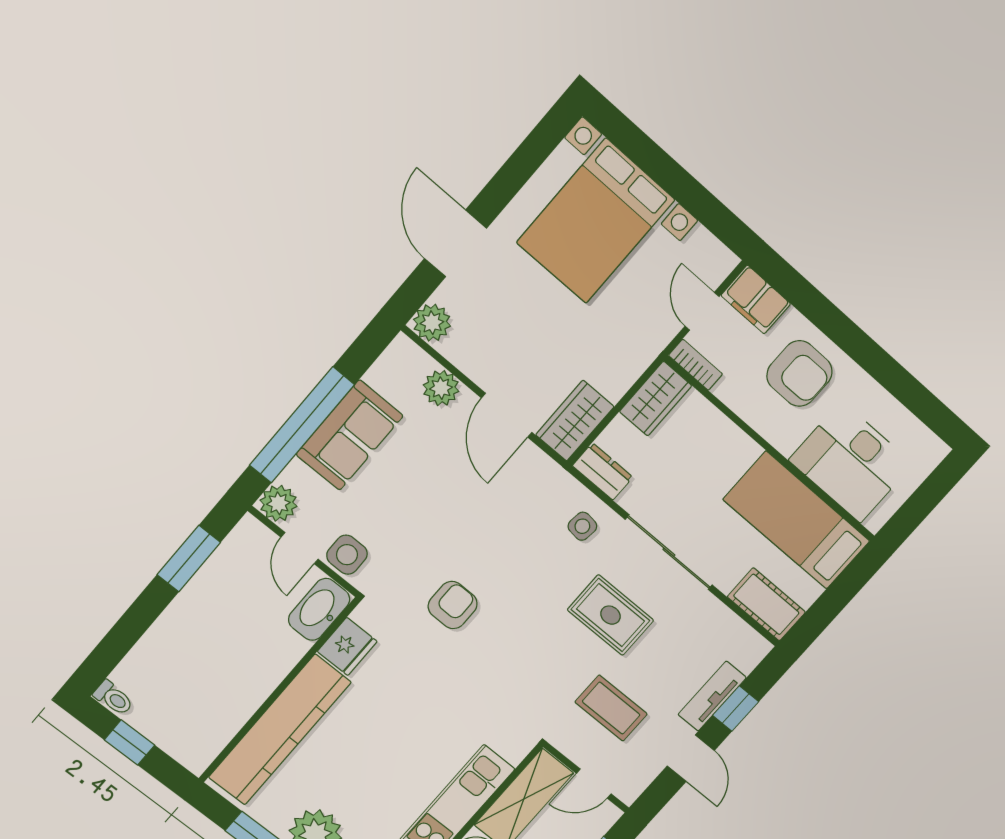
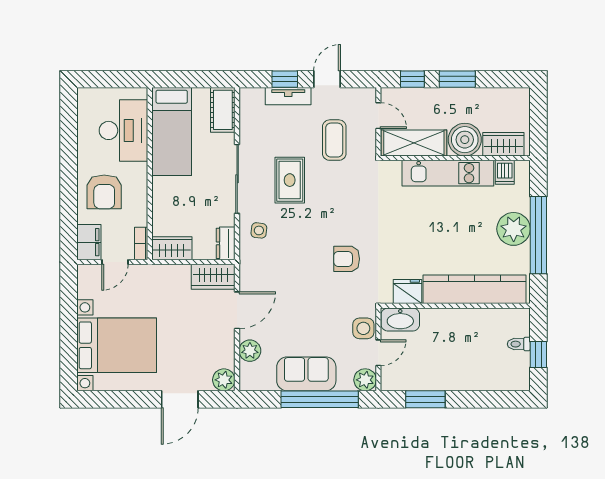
armchair: (799, 374) -> (104, 192), turned 180
toilet: (113, 698) -> (519, 344), moved, turned -90

